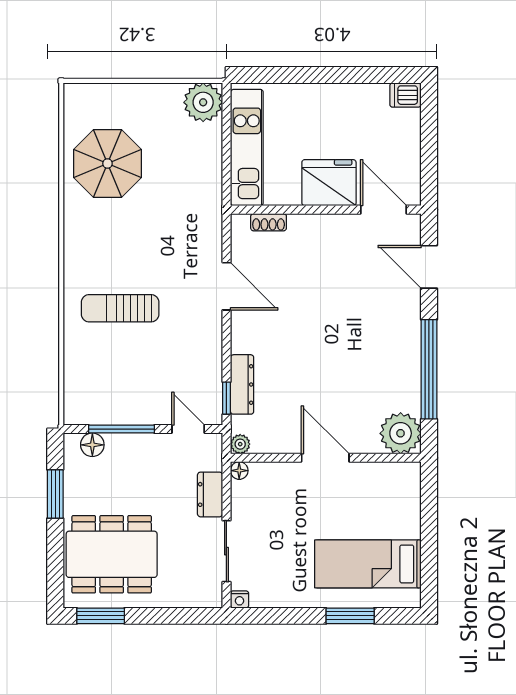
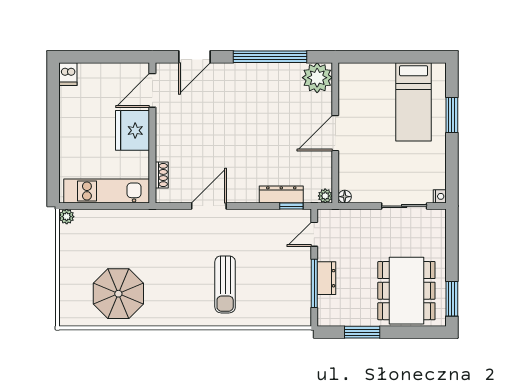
plant: (203, 102) -> (67, 217), width x0.53, depth x0.53
floor lamp: (92, 445) -> (326, 305), removed
dresser: (210, 494) -> (326, 278), moved, turned -90

